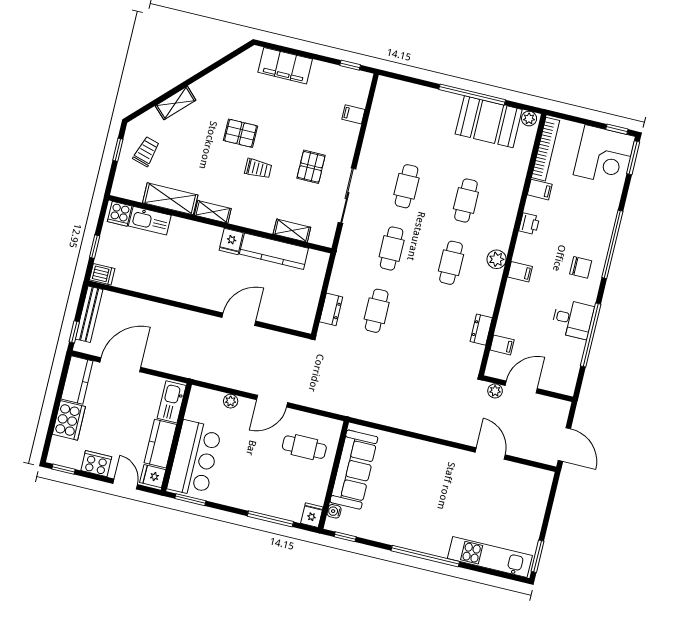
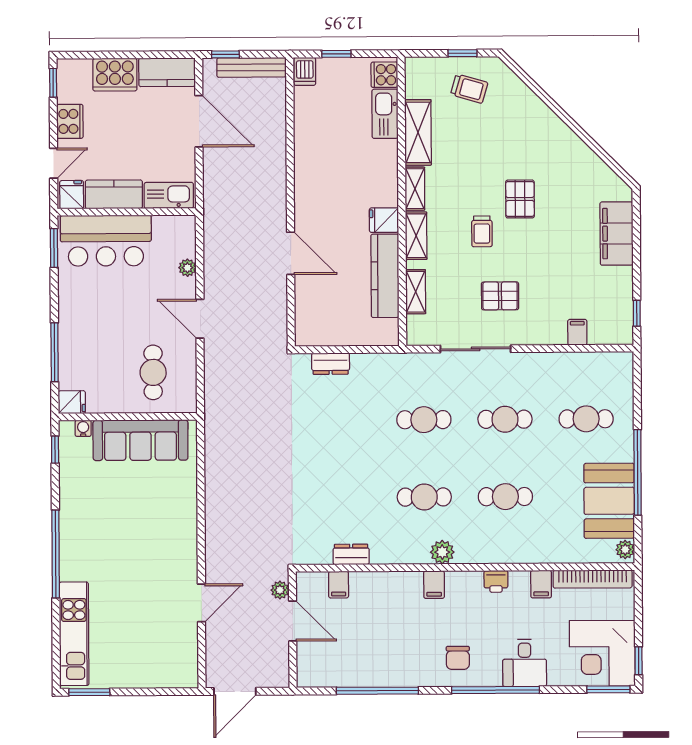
shelving: (176, 103) -> (416, 236), moved, turned 45
cafe table: (377, 311) -> (586, 419), moved
desk: (573, 319) -> (525, 663), moved

